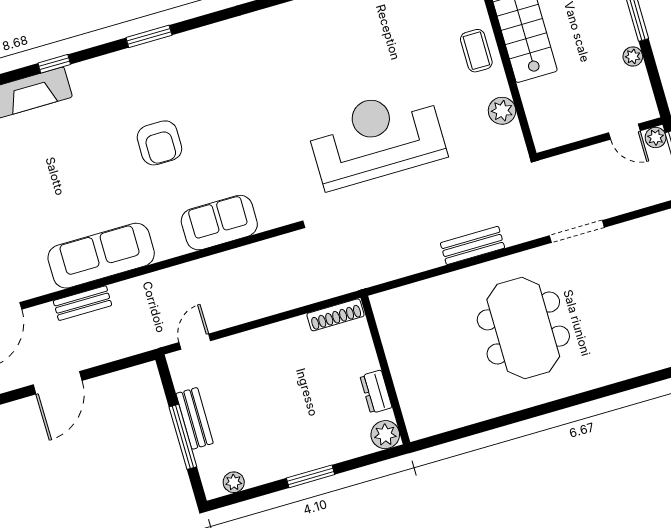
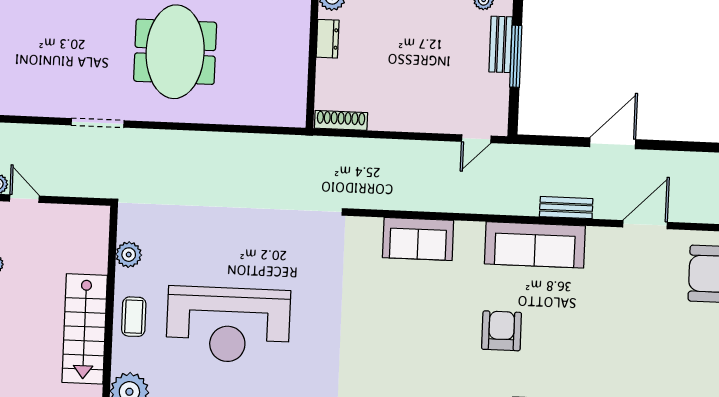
reception desk: (376, 138) -> (228, 325), moved
armchair: (159, 143) -> (502, 331), moved
bench: (472, 245) -> (196, 142), removed
bench: (195, 418) -> (501, 44), moved

